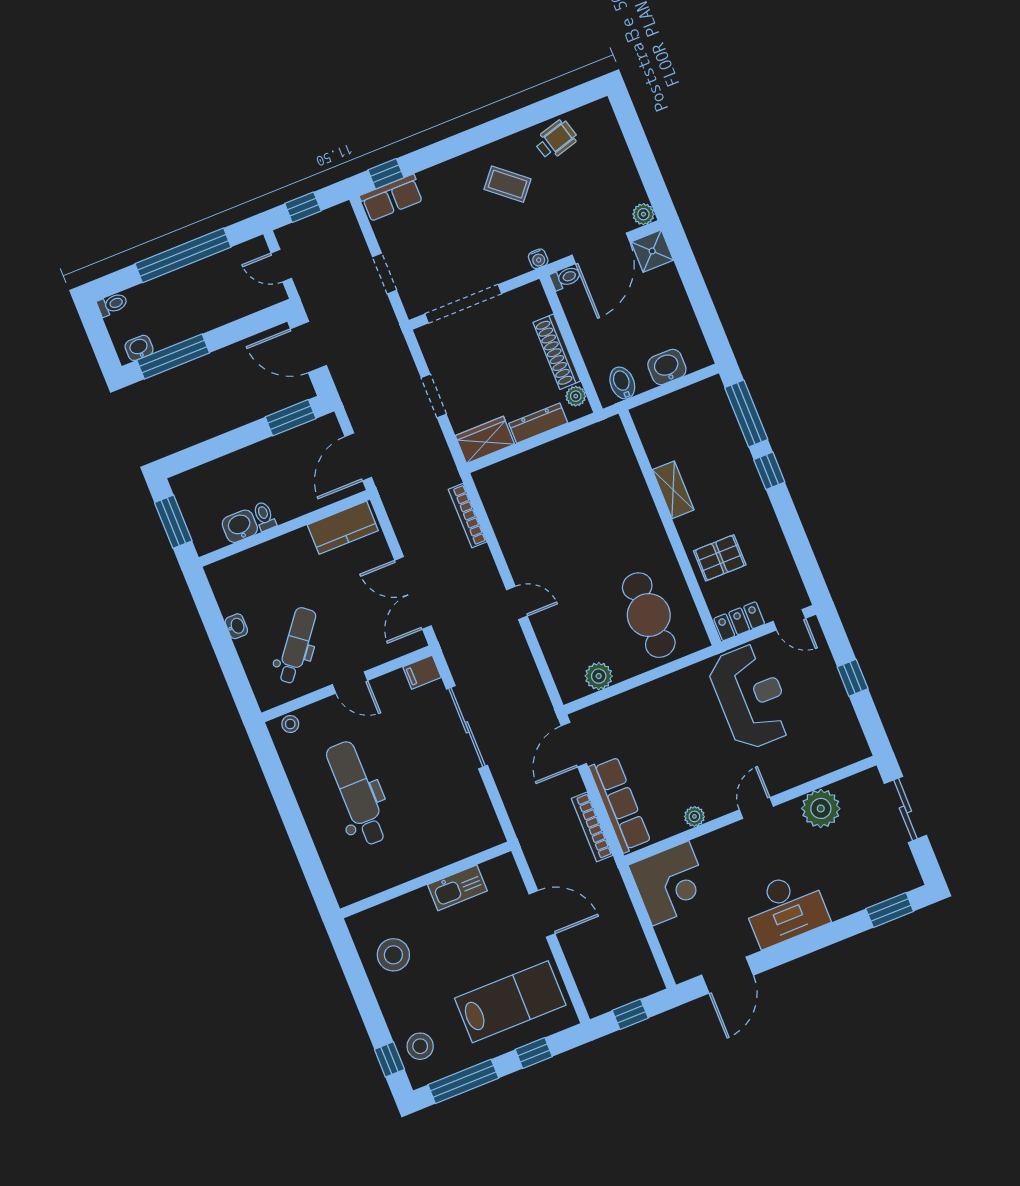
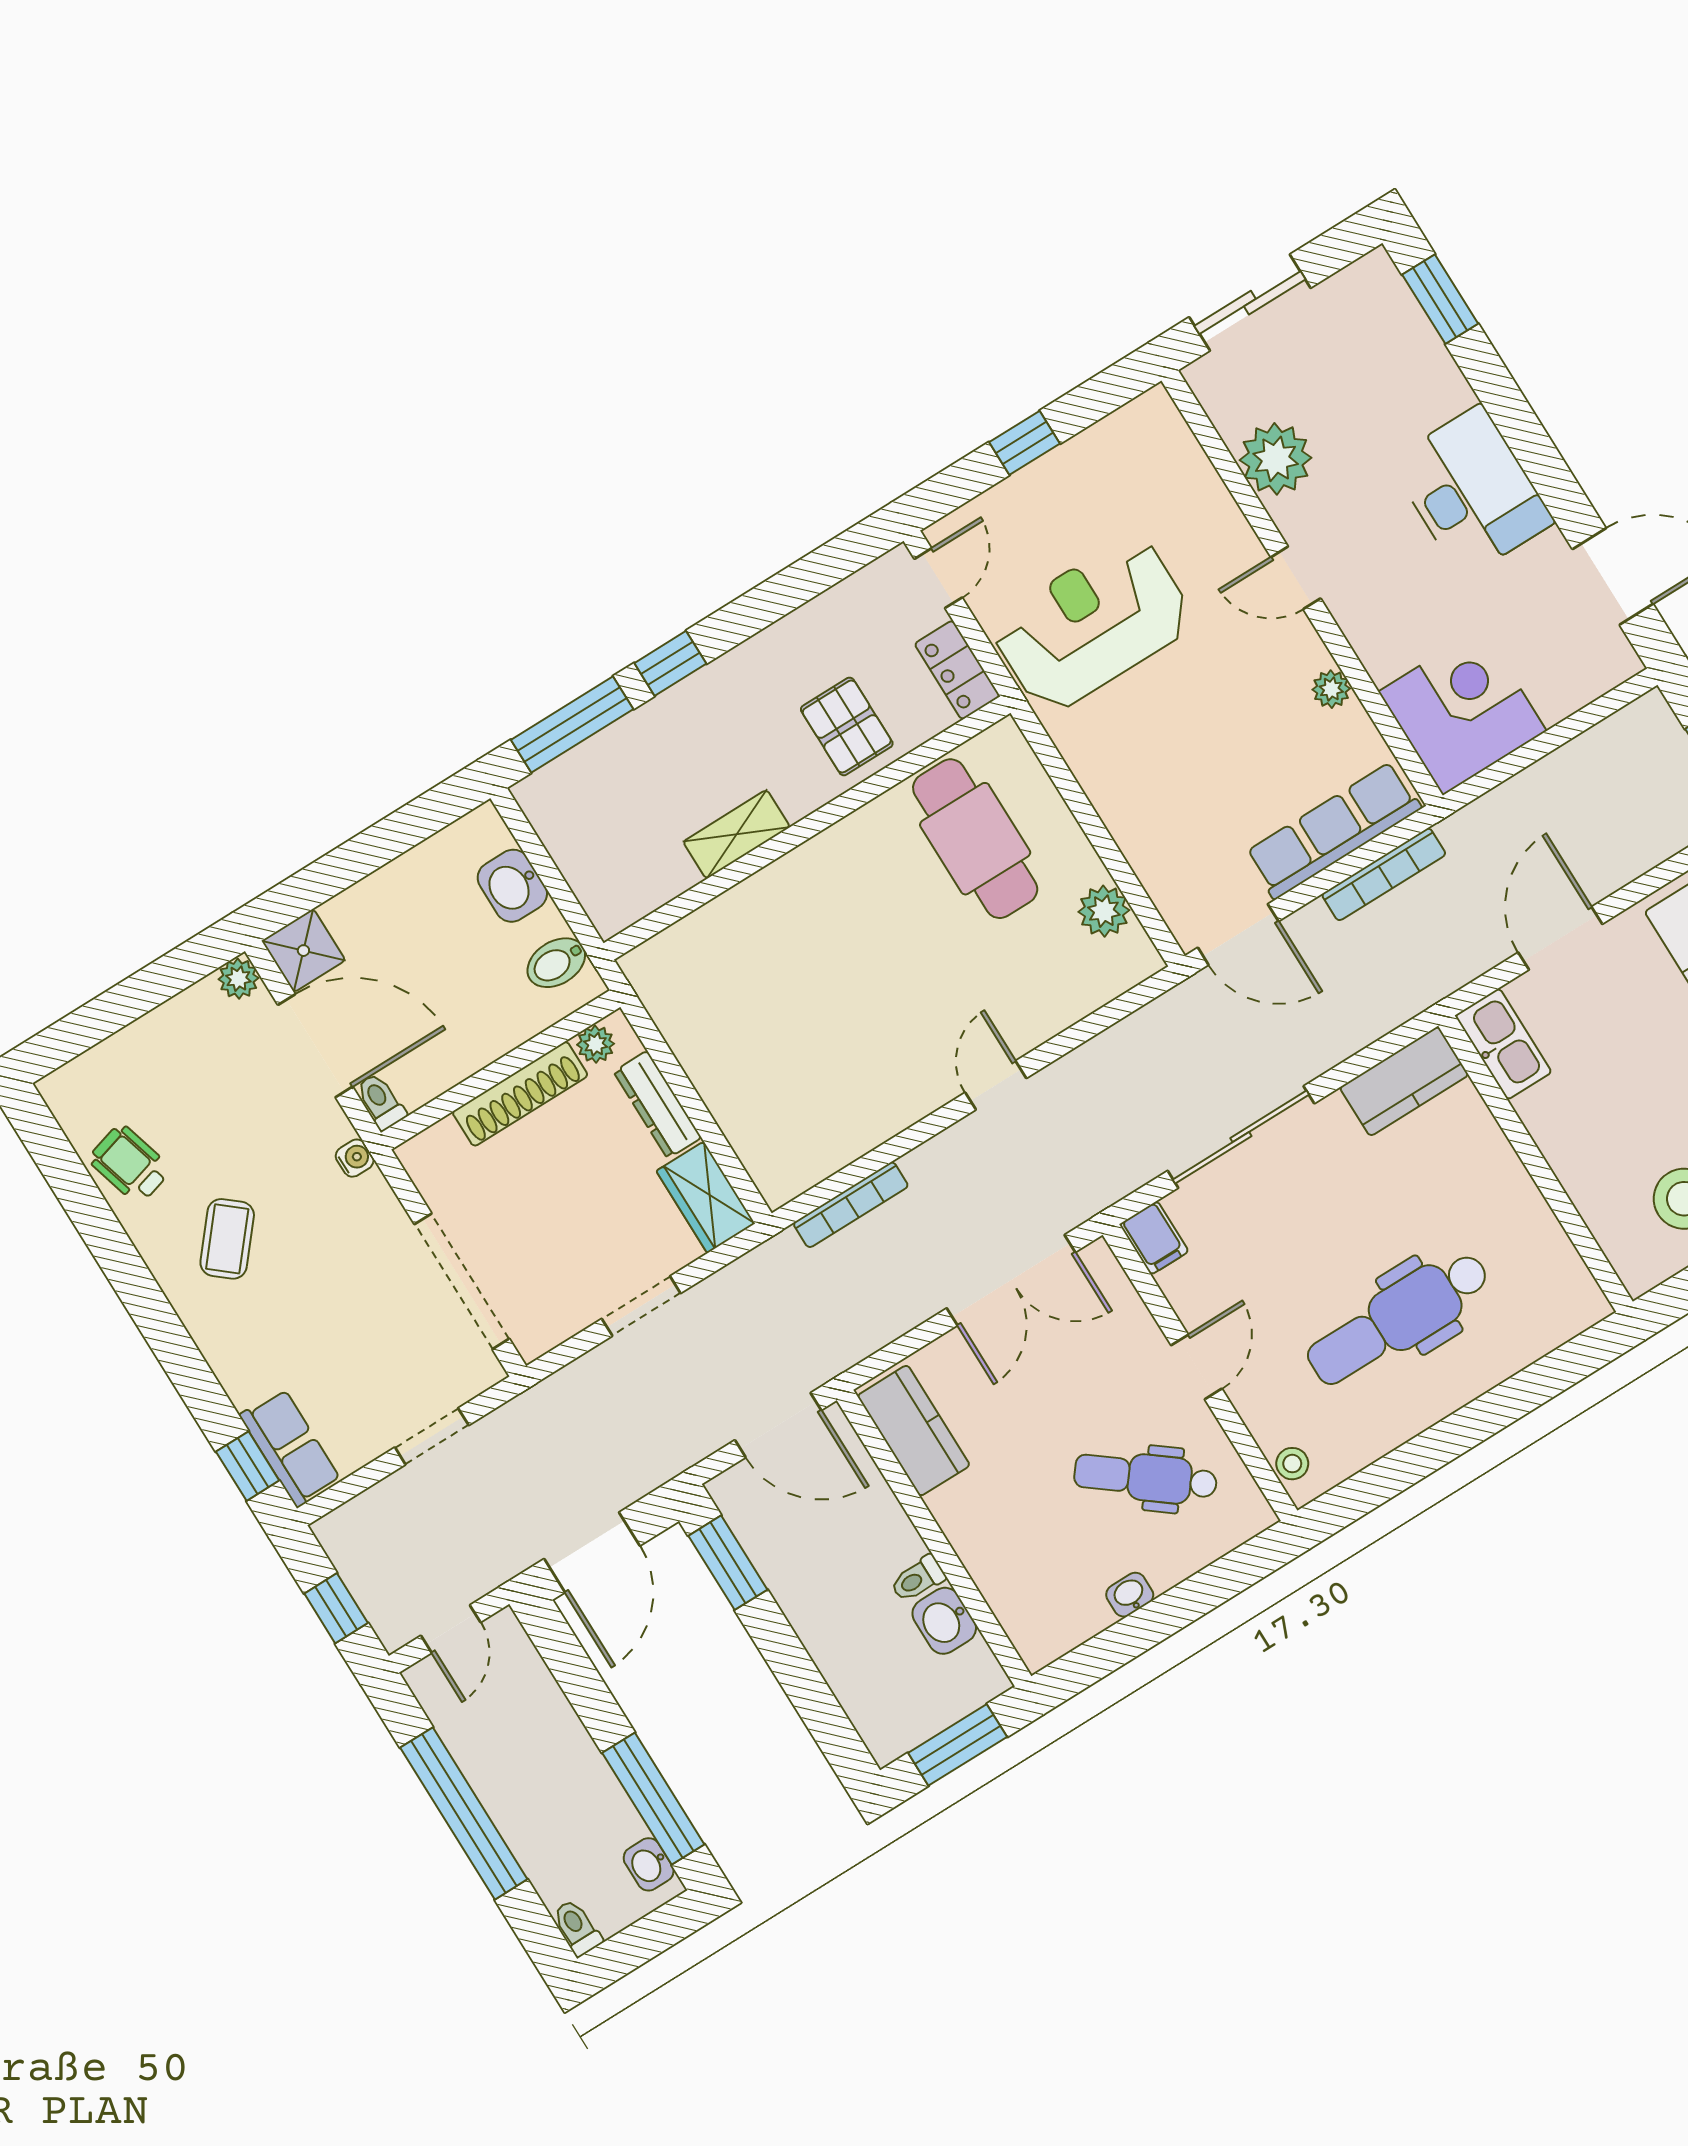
cafe table: (649, 615) -> (975, 839), turned 90
kitchen counter: (481, 818) -> (1404, 1081), added
kitchen sink: (457, 888) -> (1503, 1044), moved

